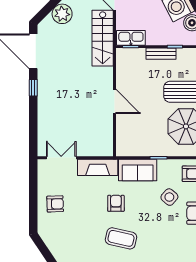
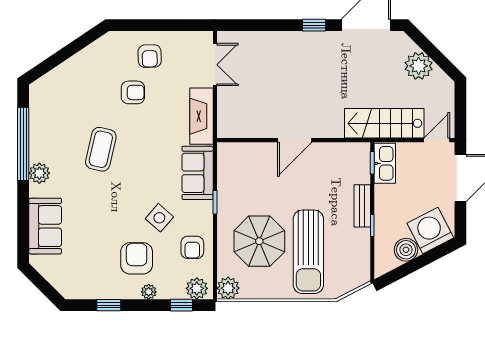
armchair: (116, 203) -> (133, 92), moved

